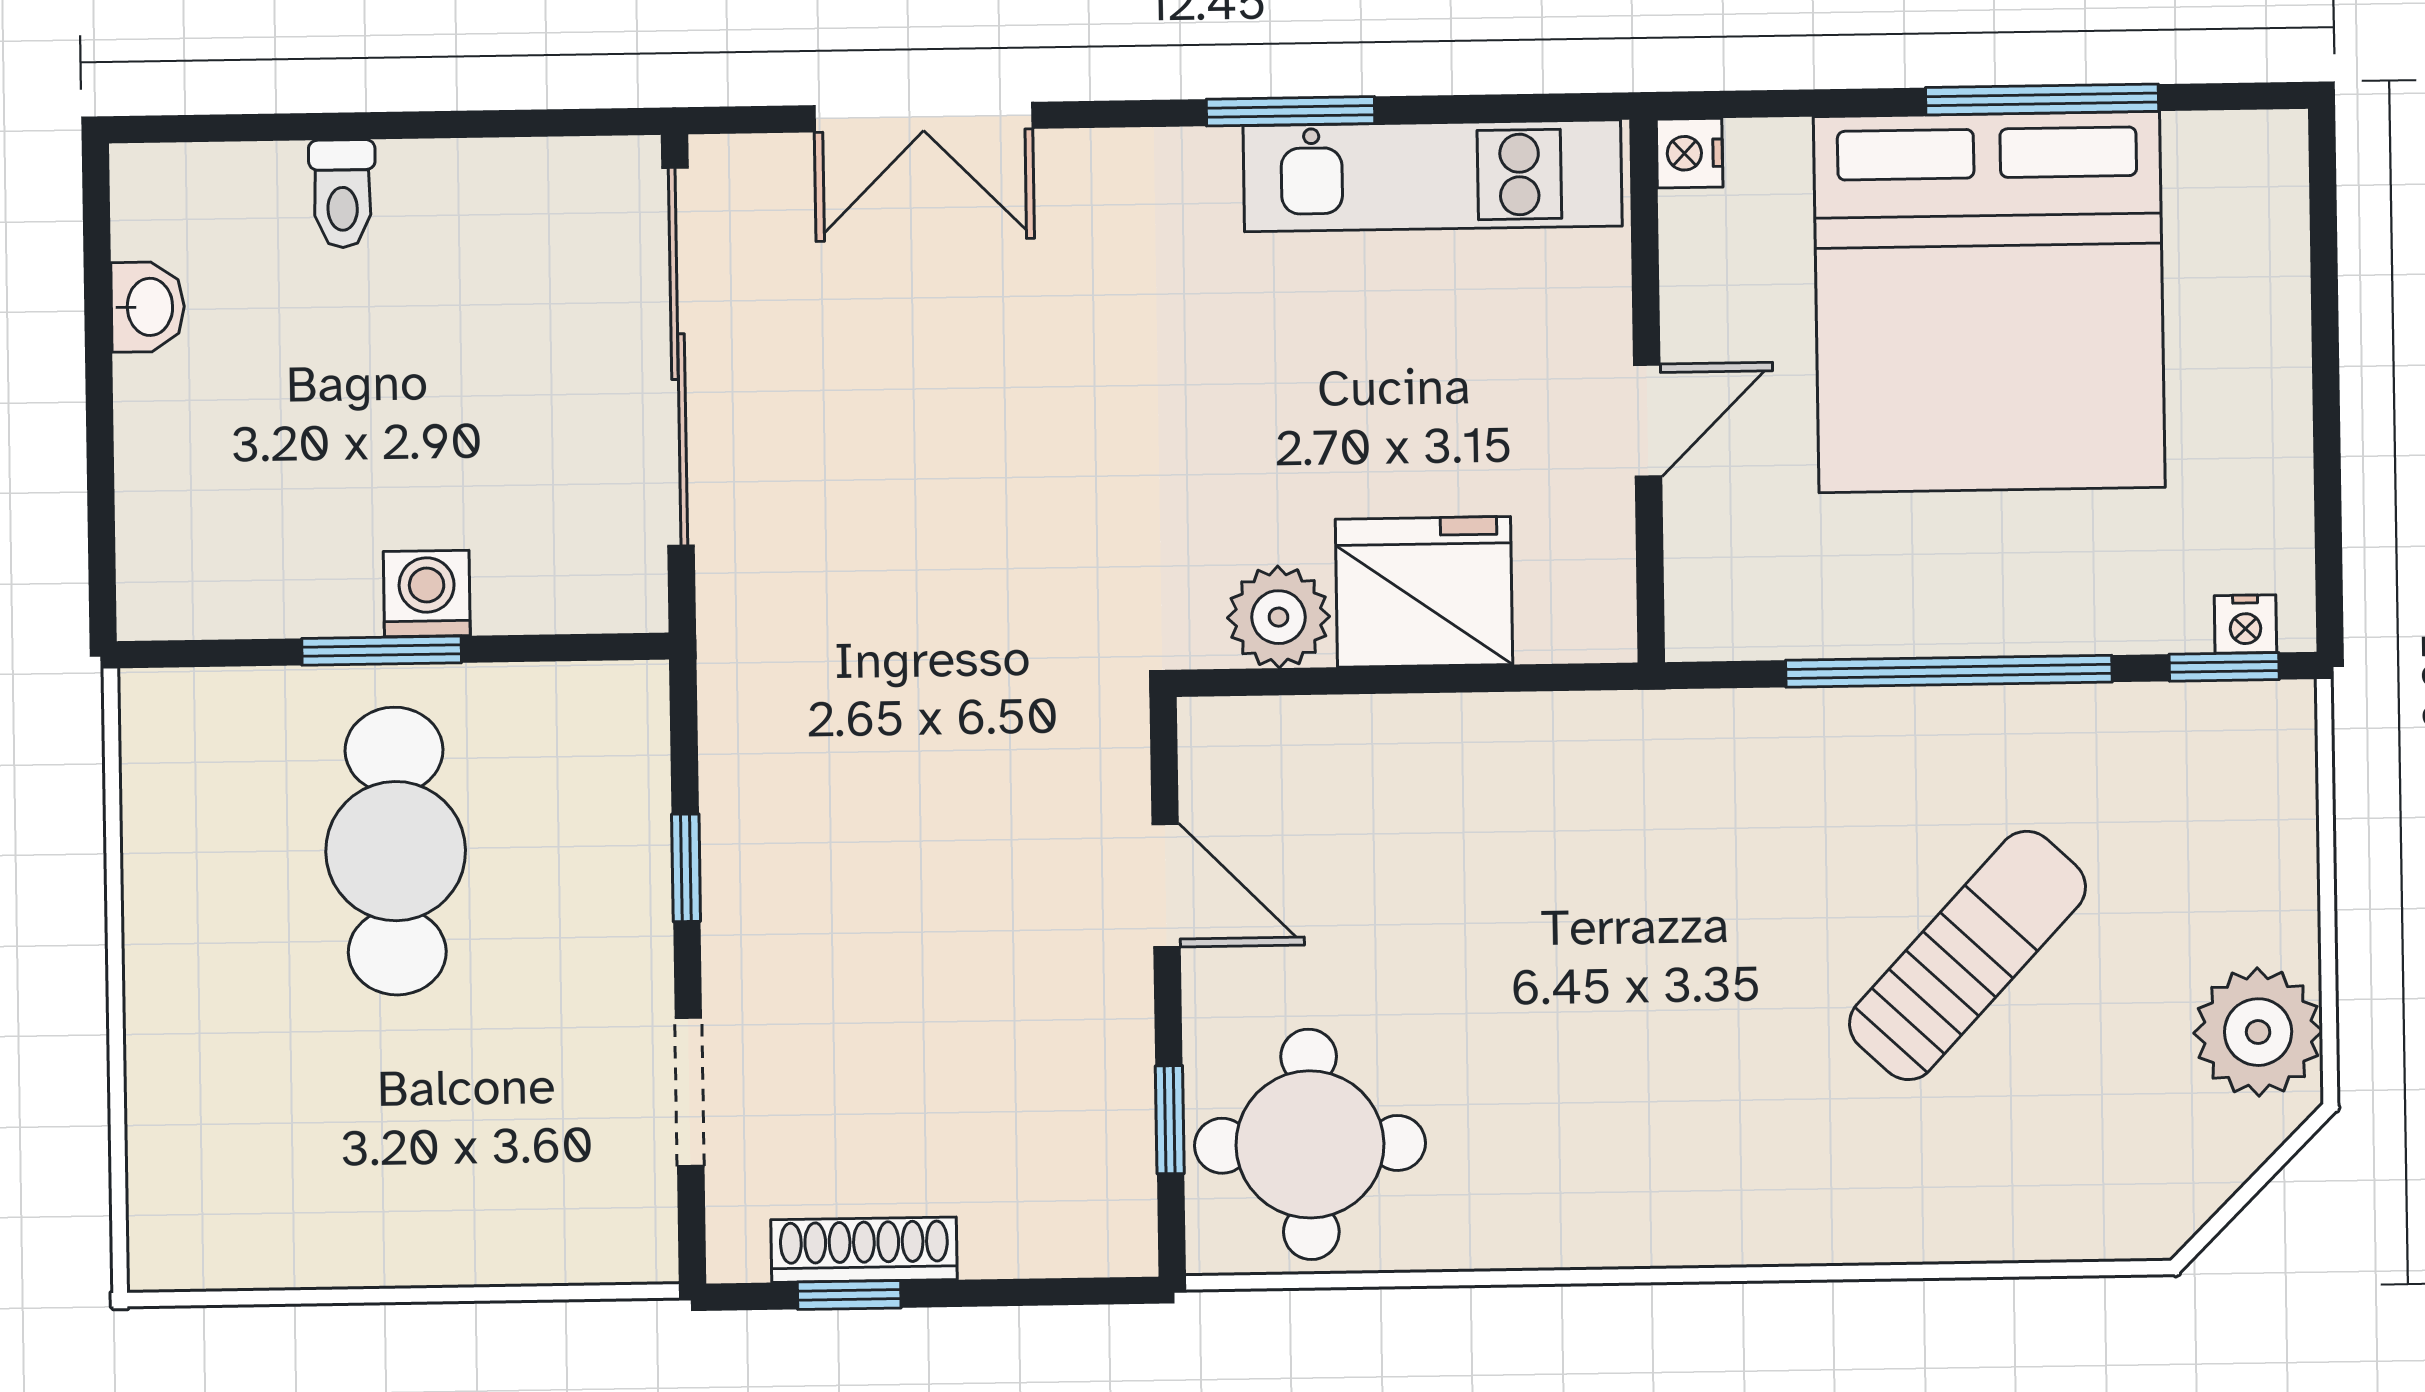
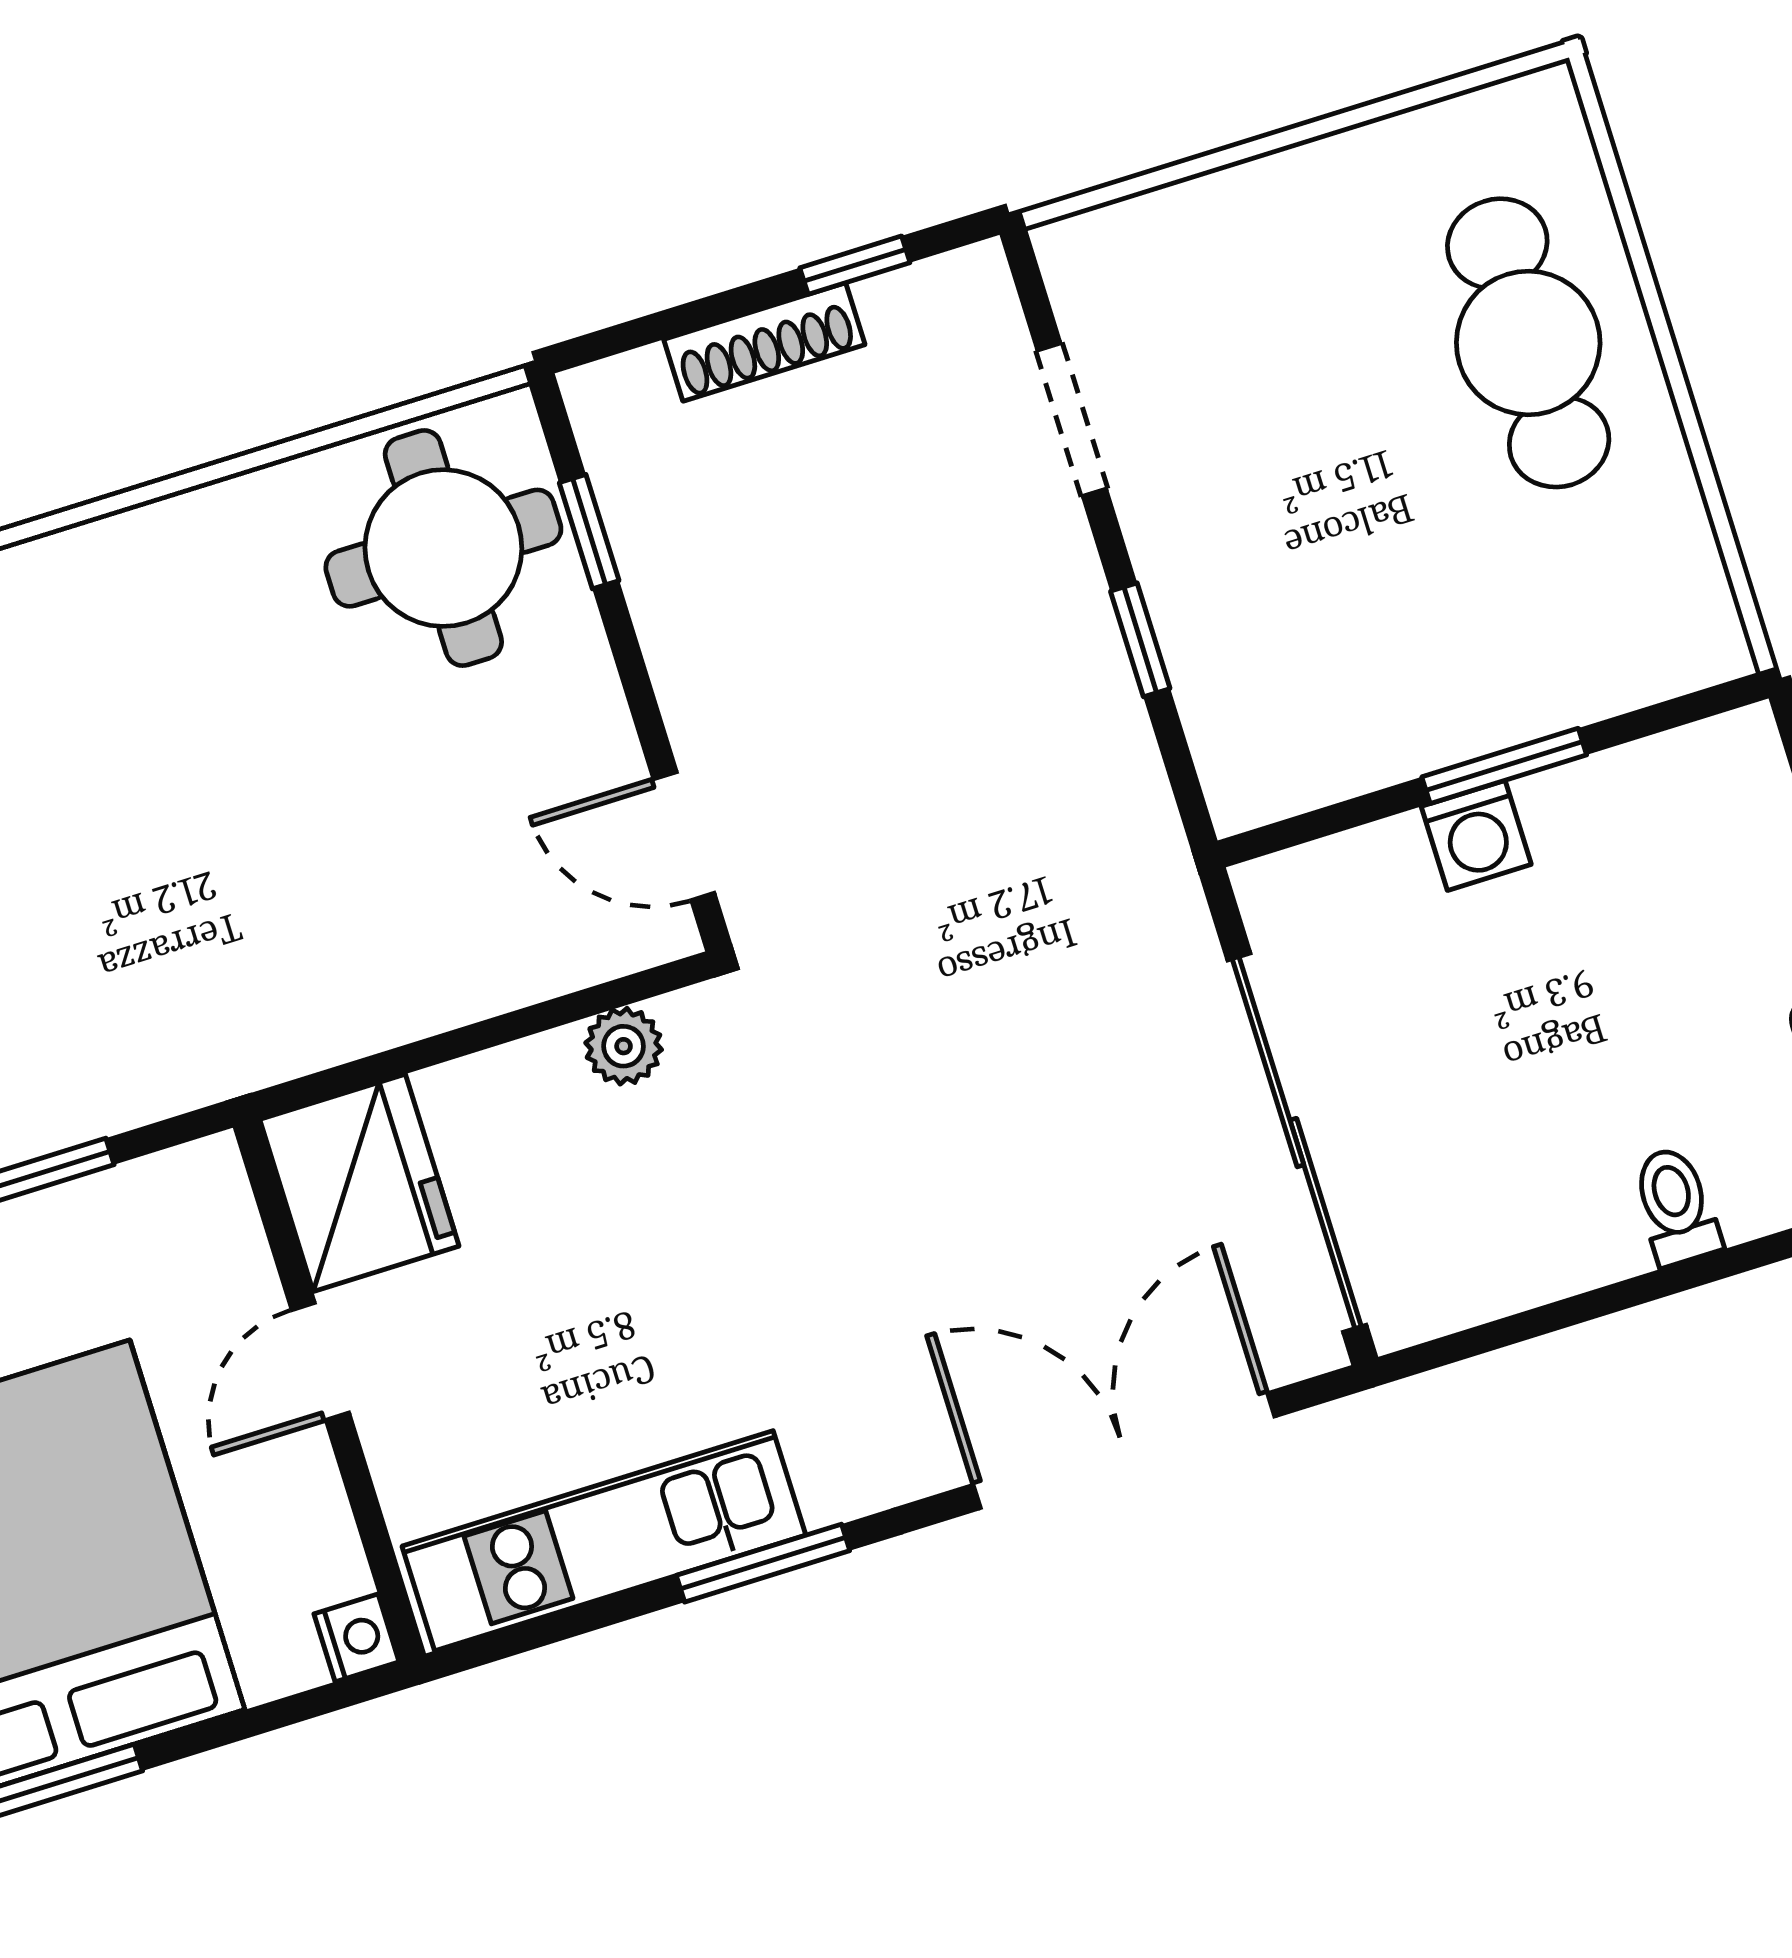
double door: (923, 117) -> (1124, 1451), width x1.37
fridge: (1424, 592) -> (359, 1183), moved, turned -90
plant: (1278, 617) -> (624, 1046), width x0.73, depth x0.73
cafe table: (396, 851) -> (1528, 343), moved
door: (1166, 885) -> (684, 836), moved
shoe rack: (864, 1250) -> (764, 342), moved

